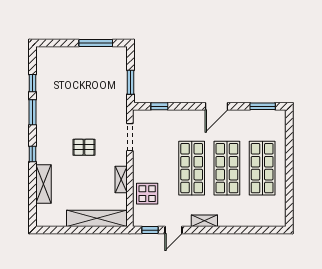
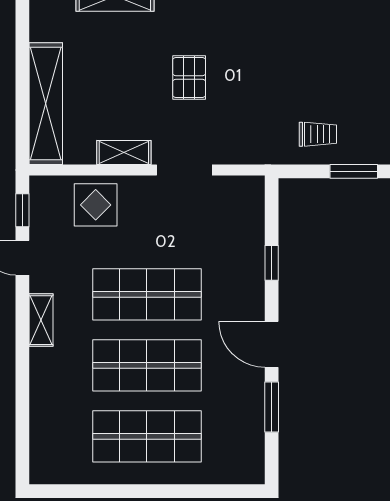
window: (131, 82) -> (354, 171), moved
trolley: (112, 83) -> (318, 134), added
window: (159, 106) -> (272, 263), moved
window: (263, 106) -> (272, 407), moved
doorway: (130, 137) -> (184, 170), moved

